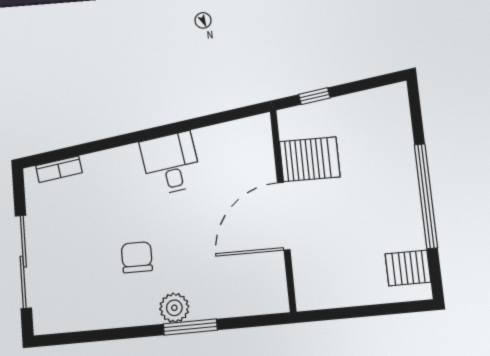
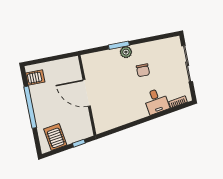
server rack: (310, 159) -> (55, 137), moved, turned 82
desk: (171, 163) -> (156, 101), moved
door: (284, 216) -> (87, 93), swing flipped

